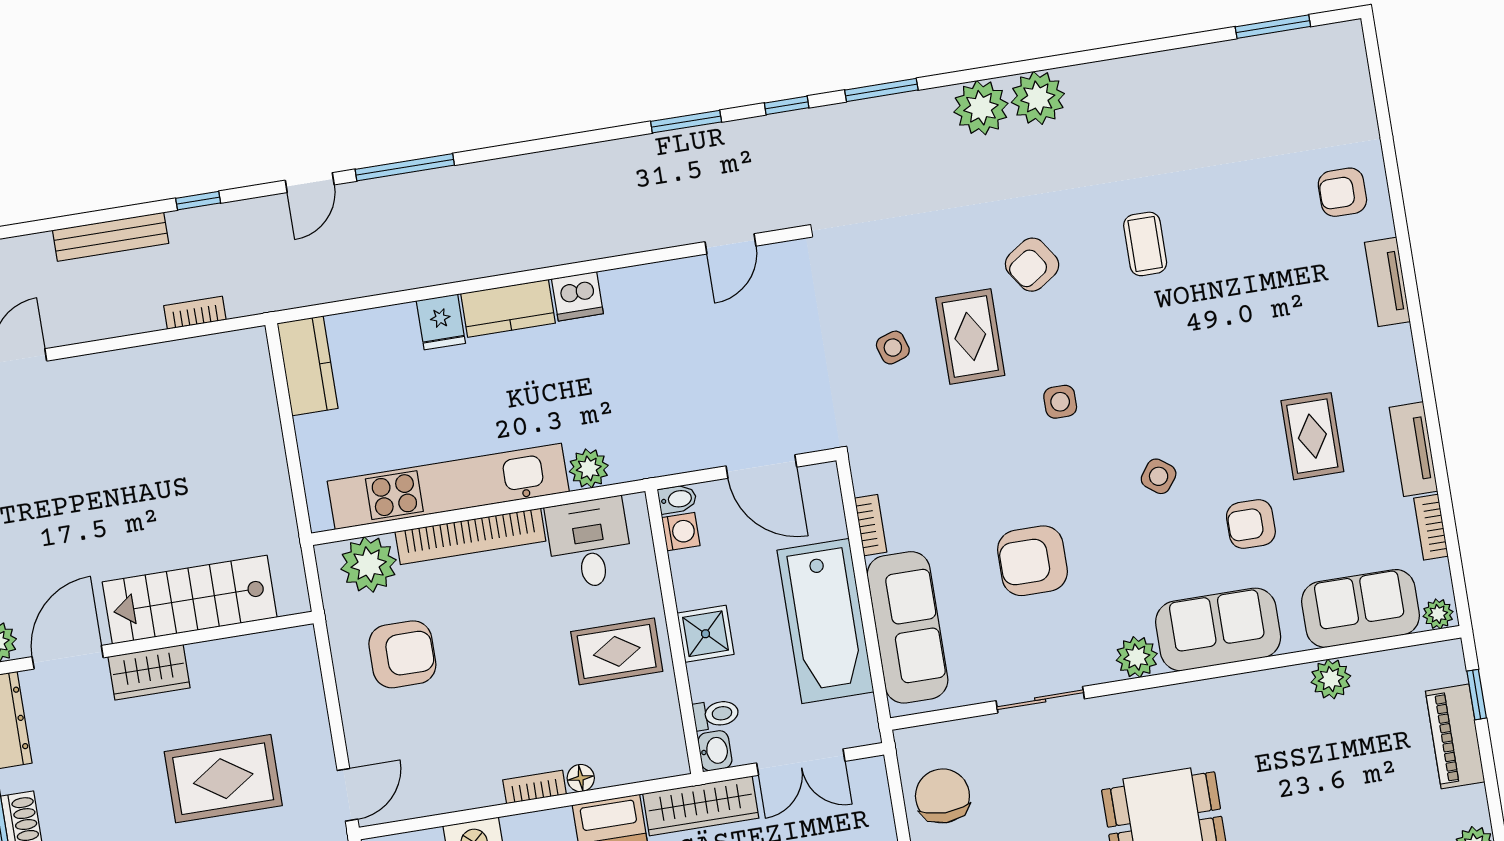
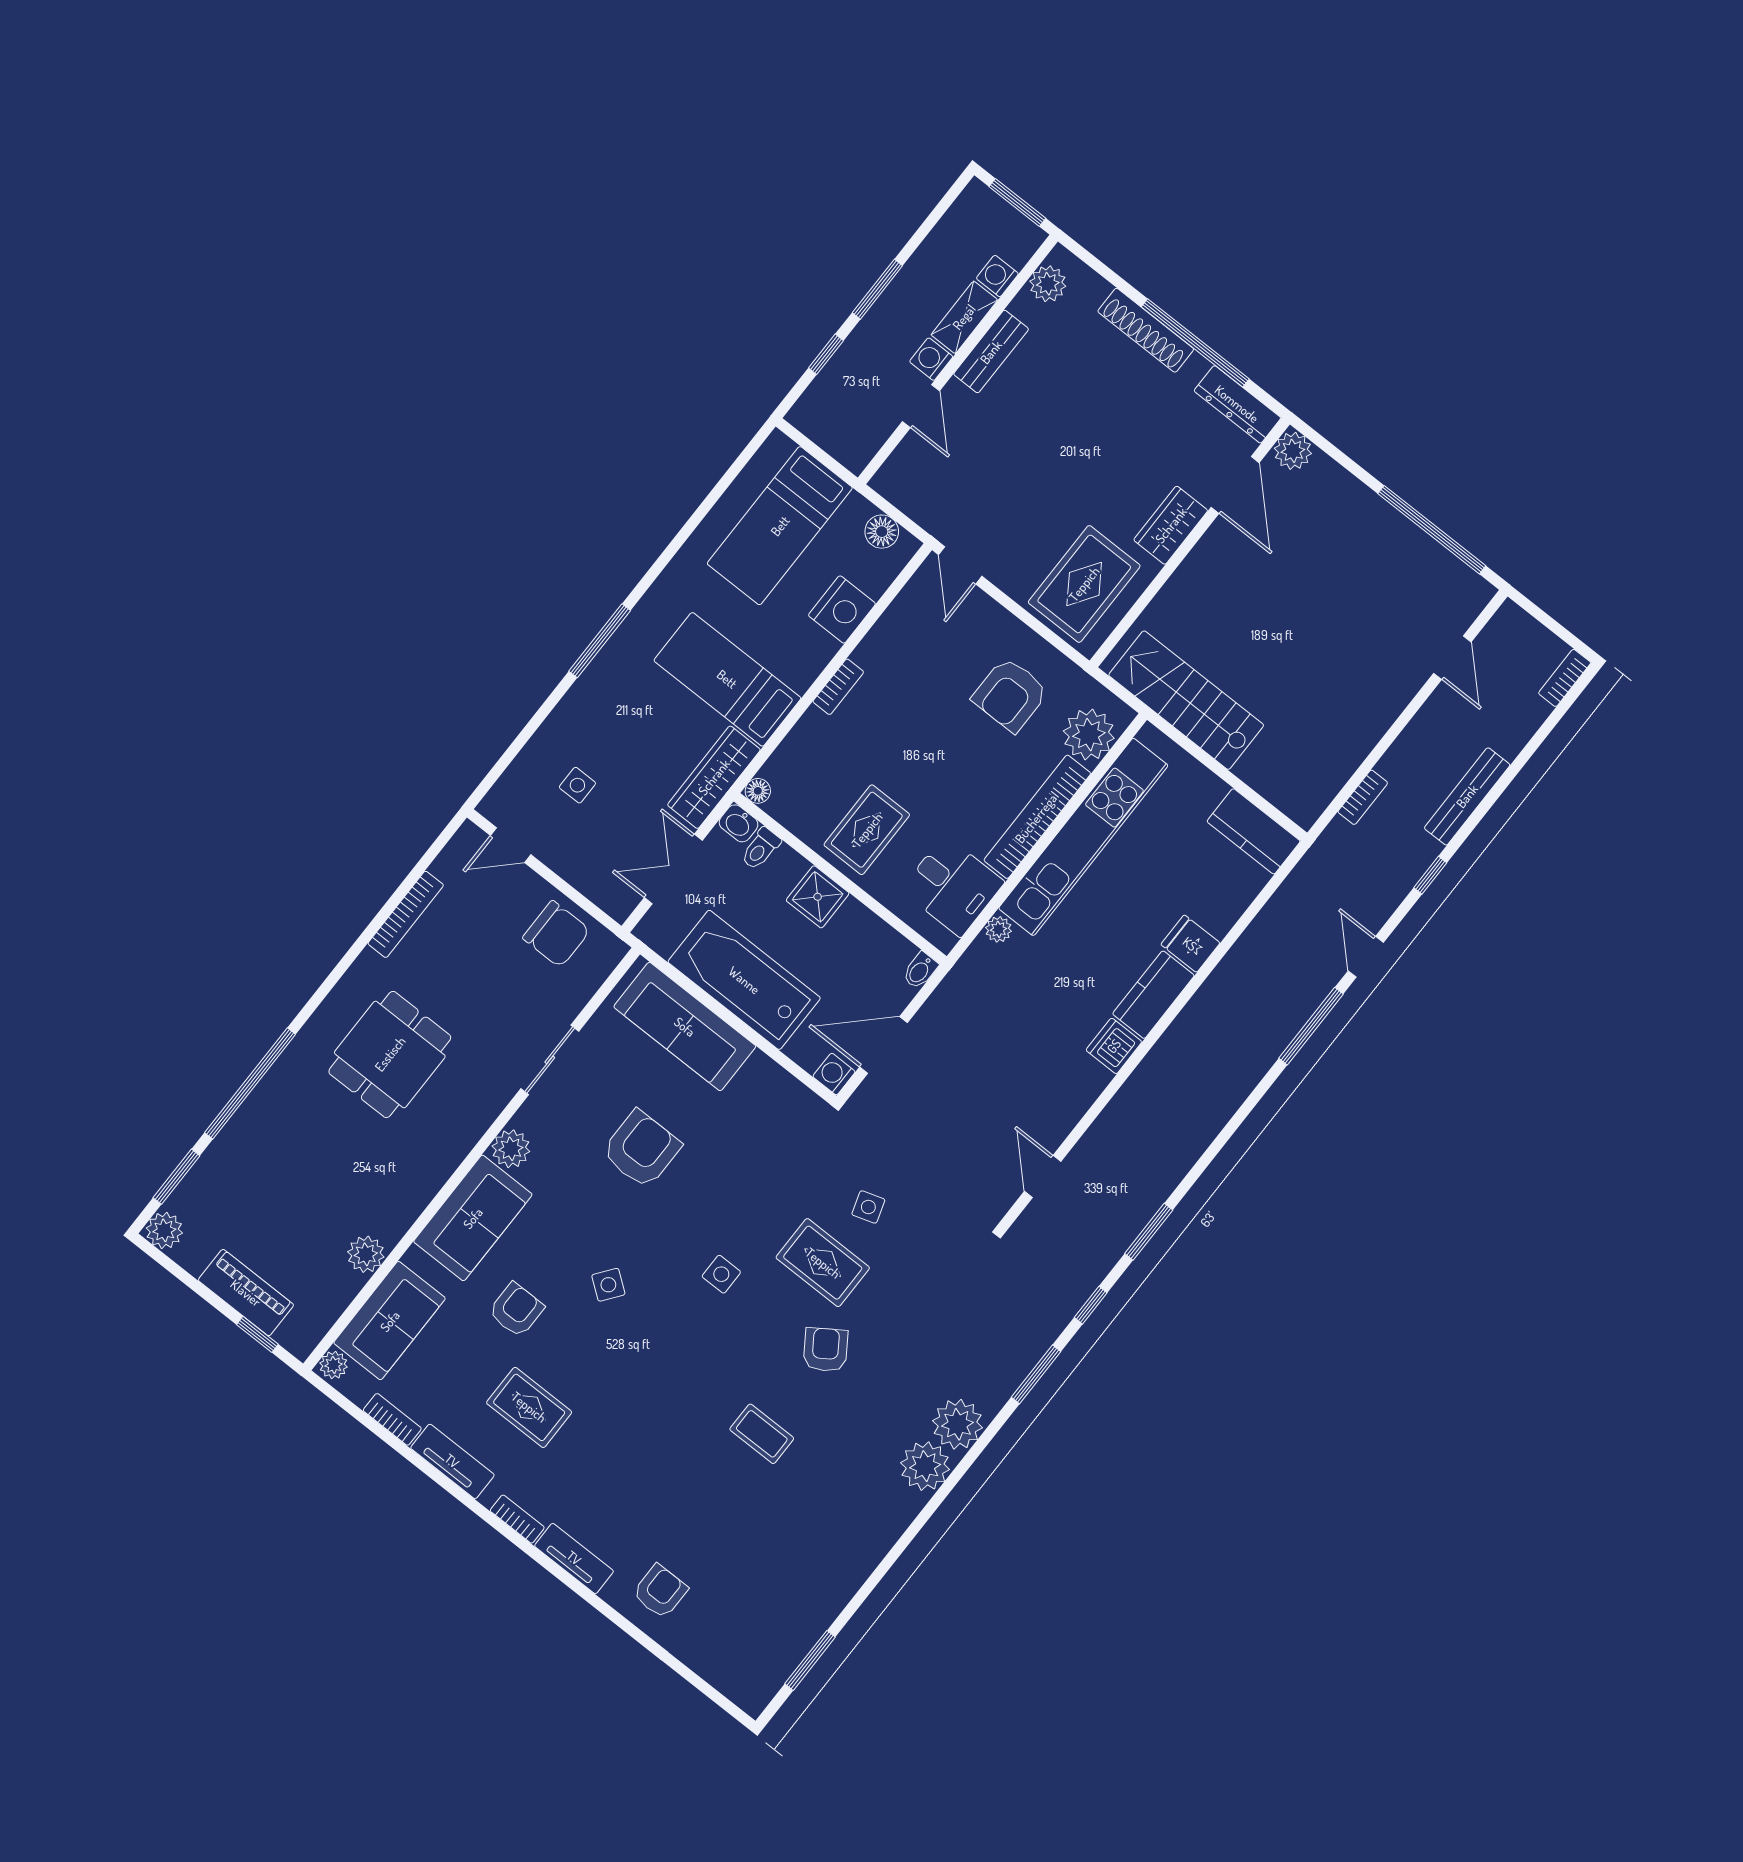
plant: (589, 468) -> (998, 929), width x0.73, depth x0.73
bookcase: (871, 525) -> (517, 1519), moved, turned 180
washing machine: (681, 532) -> (834, 1074), moved, turned 90
stairs: (190, 600) -> (1186, 700), moved, turned -90
floor lamp: (581, 778) -> (758, 791), moved
rug: (223, 779) -> (1084, 584), moved

